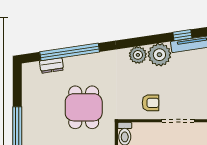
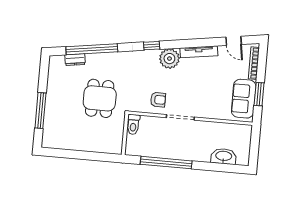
window: (182, 35) -> (152, 46), moved
plant: (138, 55) -> (151, 57), removed

